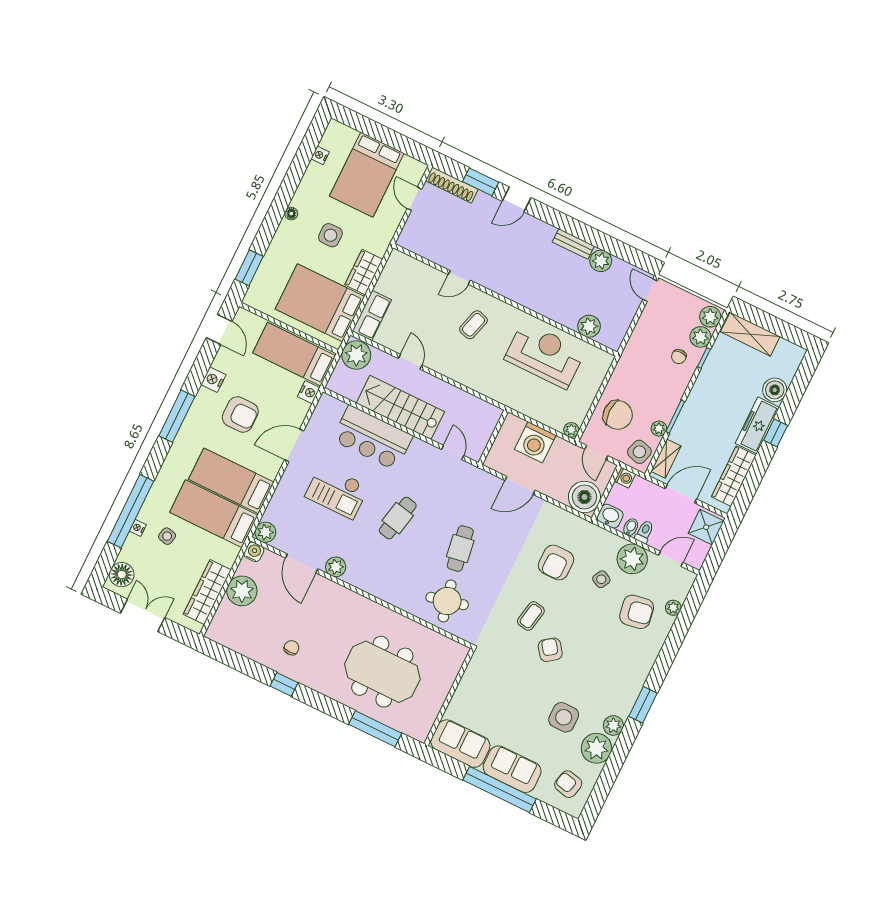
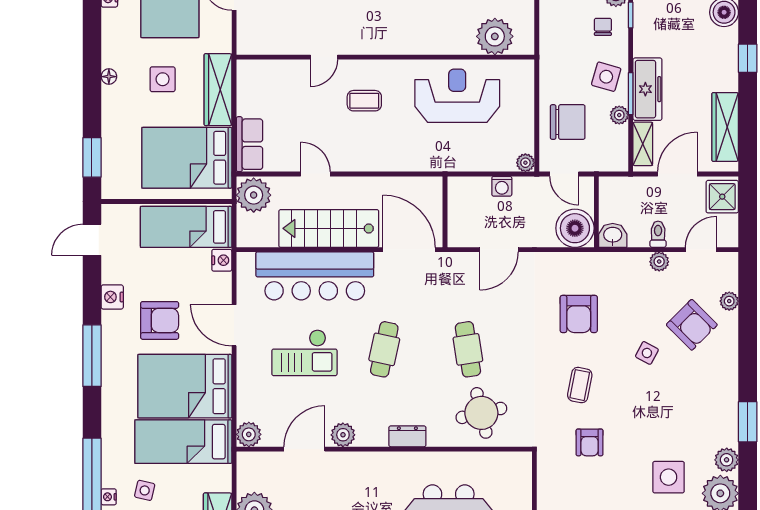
wardrobe: (364, 272) -> (218, 90), width x1.50
coffee table: (473, 325) -> (364, 101), turned 74
plant: (589, 326) -> (495, 36), width x1.36, depth x1.36
door: (219, 330) -> (92, 240), swing flipped
chair: (679, 357) -> (603, 27), turned 180
freezer: (757, 425) -> (647, 89), moved, turned 180
bar counter: (373, 438) -> (315, 276), width x1.36
washing machine: (535, 442) -> (502, 186), width x0.53, depth x0.53
door: (294, 445) -> (234, 325), hinge flipped
side table: (639, 452) -> (606, 77), moved
door: (453, 453) -> (409, 250), width x1.87
washing machine: (625, 478) -> (608, 186), removed
bed: (231, 481) -> (185, 386), width x1.50
bidet: (631, 527) -> (641, 237), removed
water cooler: (254, 552) -> (247, 462), removed
plant: (632, 559) -> (659, 262), width x0.53, depth x0.53
door: (302, 563) -> (304, 449), swing flipped
side table: (601, 579) -> (647, 353), moved
dresser: (383, 592) -> (407, 436), added
armchair: (637, 612) -> (692, 325), turned 55
armchair: (550, 650) -> (590, 442), moved, turned -144

